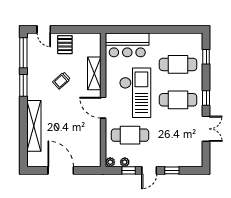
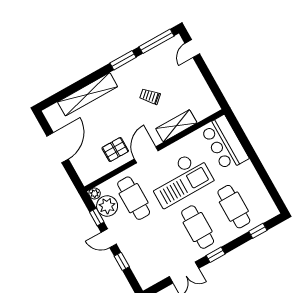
pallet: (65, 45) -> (115, 149), moved
plant: (125, 162) -> (107, 206), width x1.87, depth x1.87

